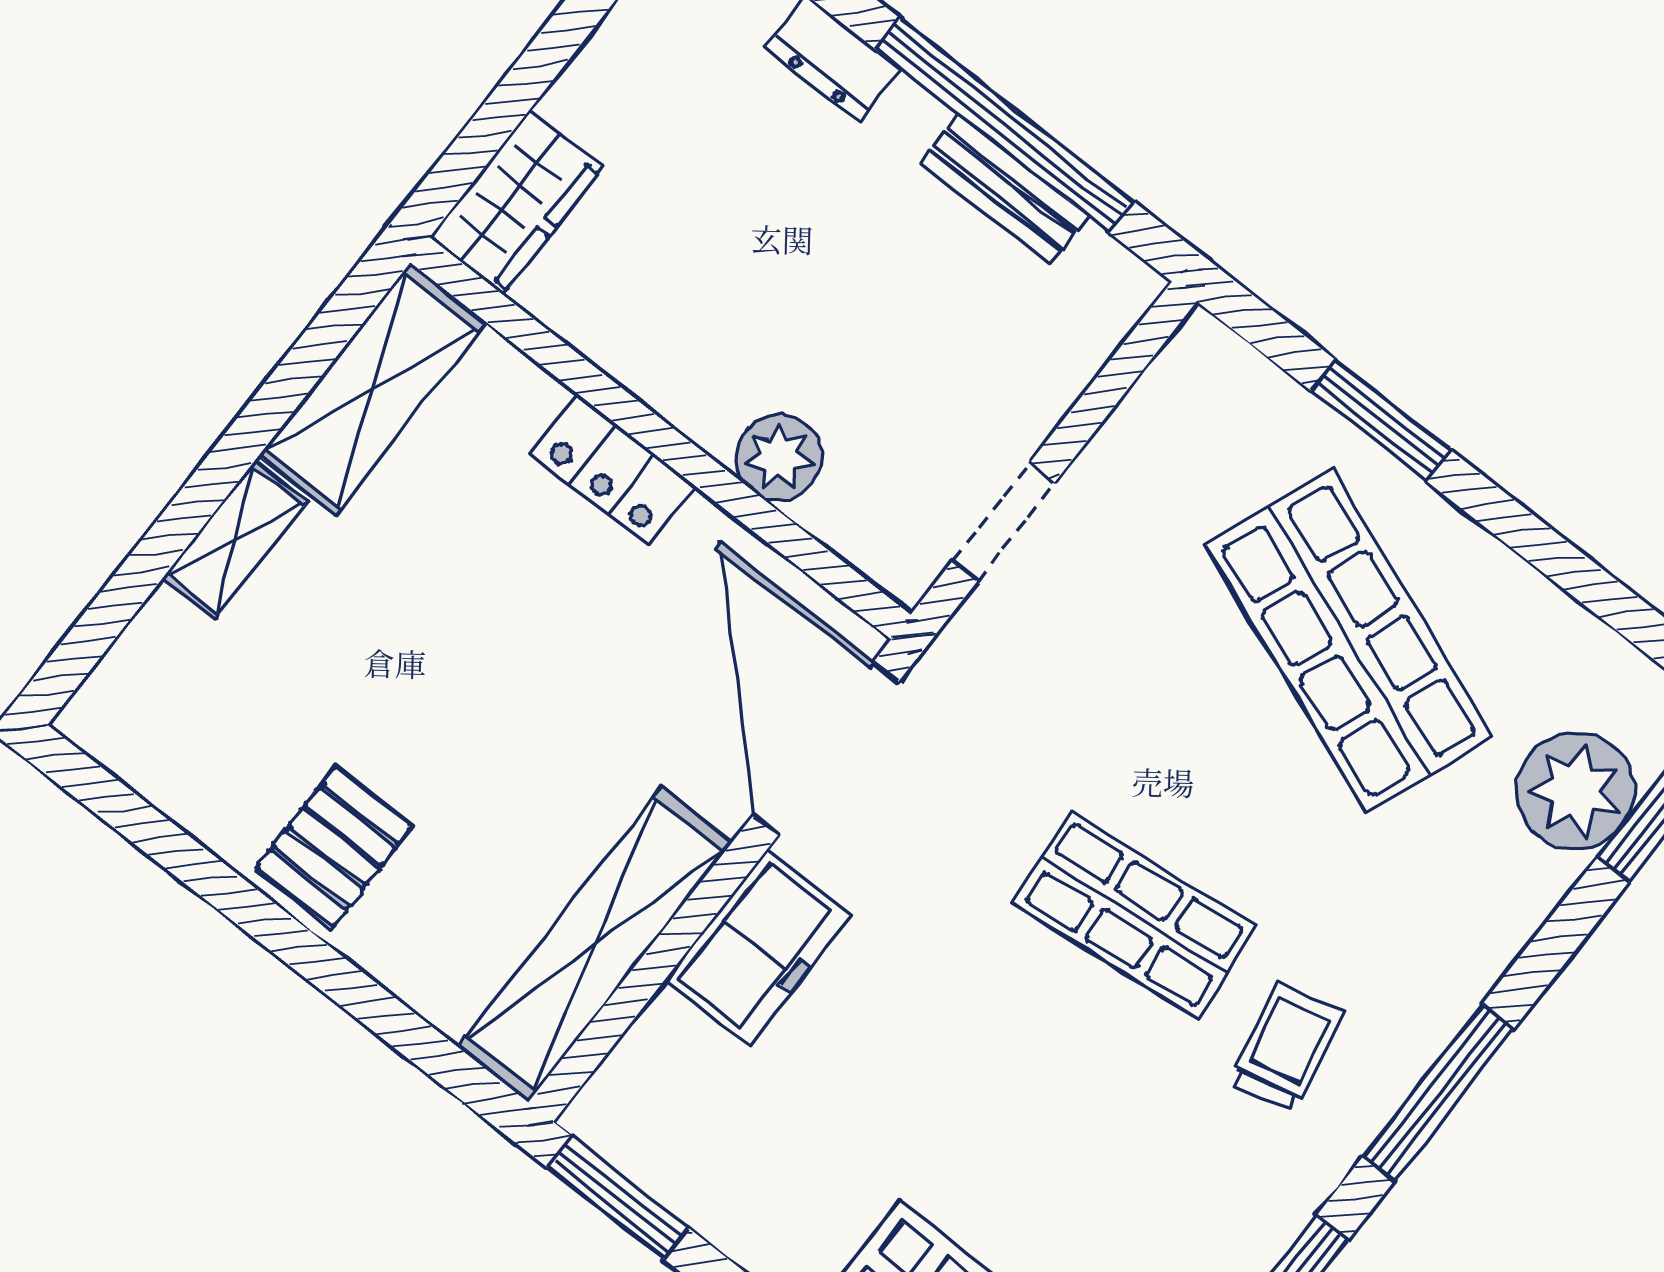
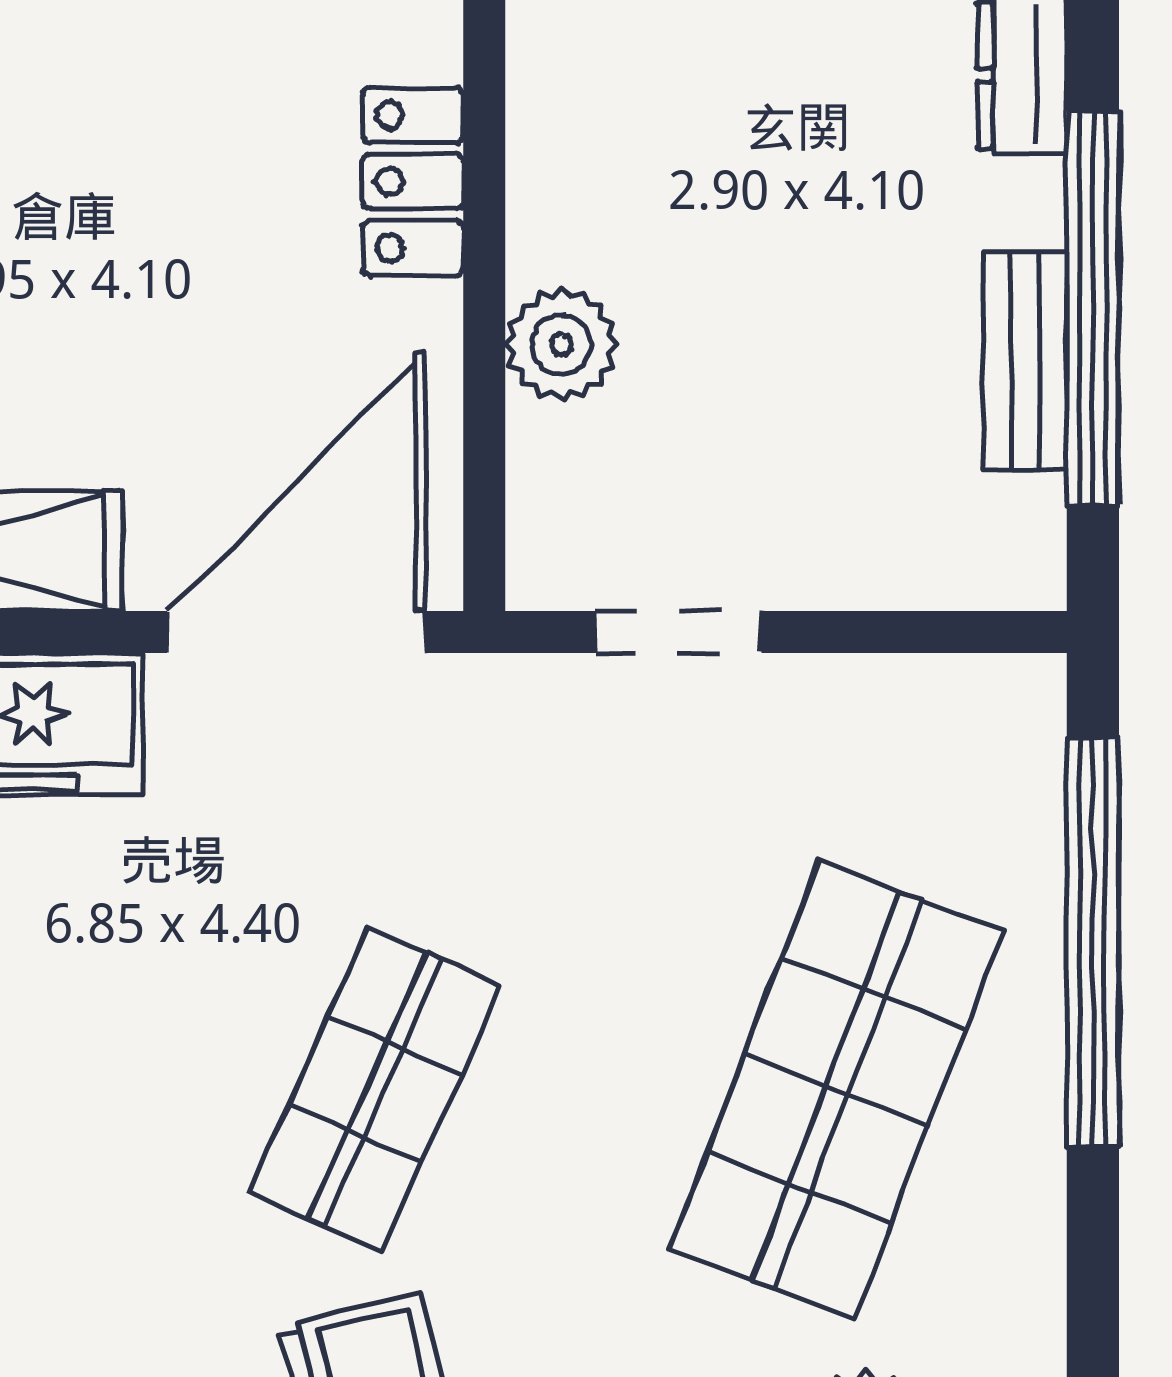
window: (1381, 420) -> (1093, 943), width x2.11
shop shelf: (1134, 915) -> (375, 1090), turned 30

